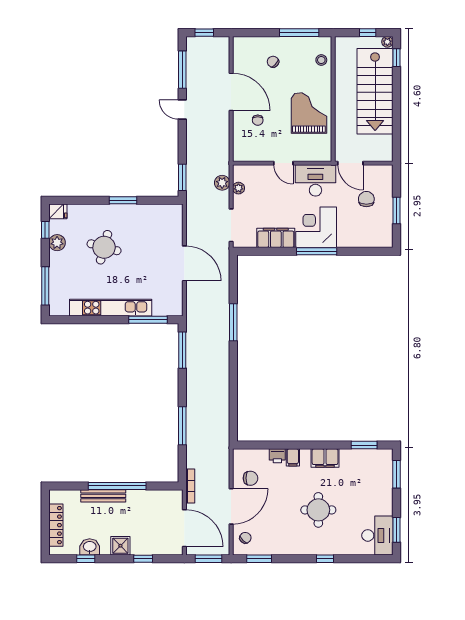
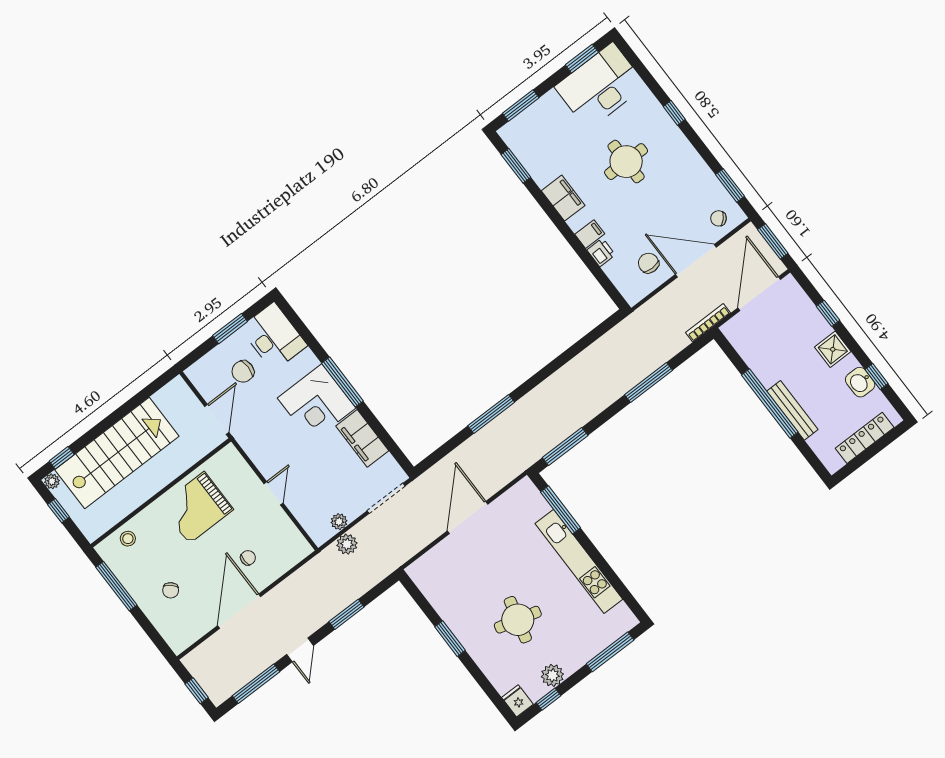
window: (182, 177) -> (346, 614), moved
desk: (315, 180) -> (274, 337), moved, turned 180
desk: (377, 535) -> (600, 86), width x1.36, depth x1.30

